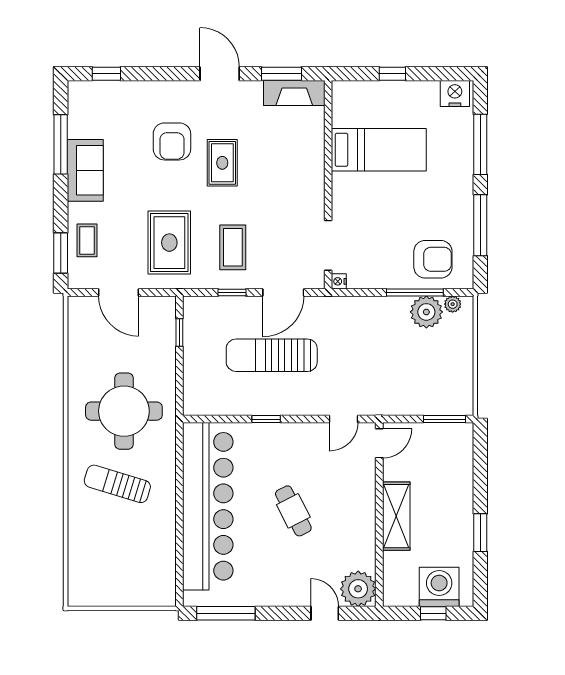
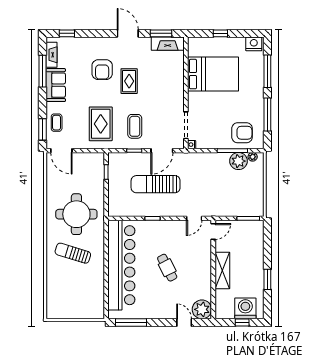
fireplace: (77, 114) -> (51, 55), added
bed: (379, 150) -> (213, 74), width x1.50
door: (119, 292) -> (61, 151), moved

